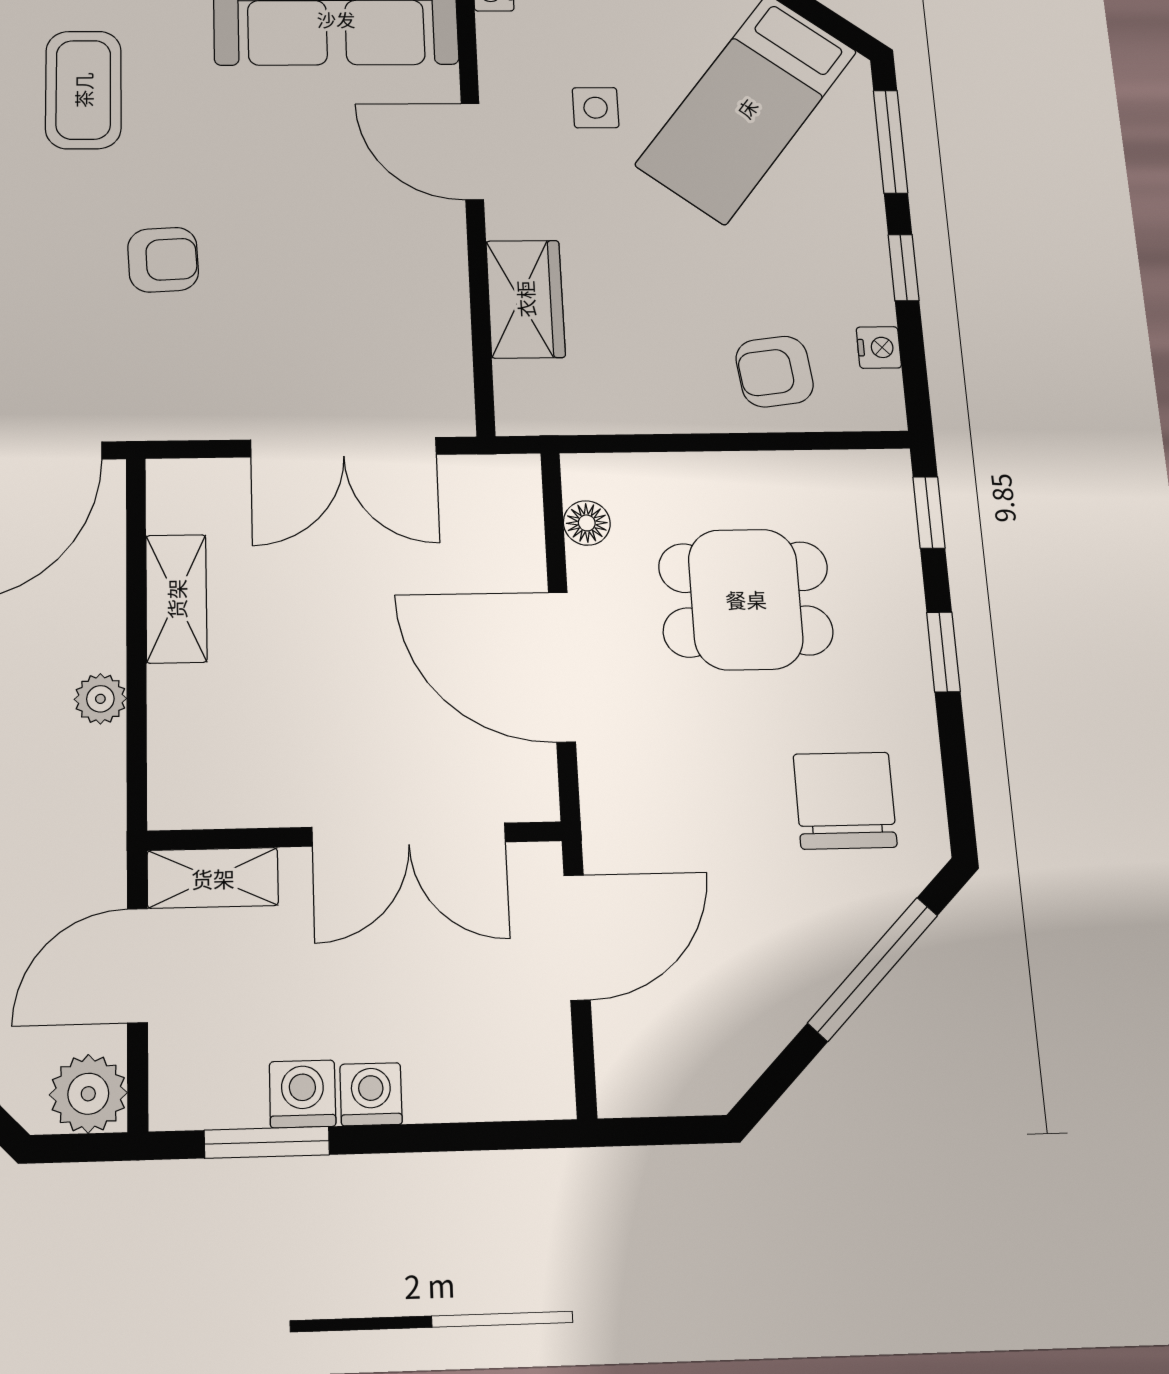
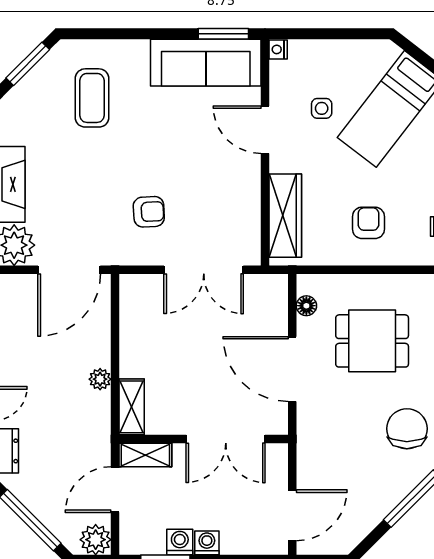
armchair: (163, 260) -> (149, 212), moved
wardrobe: (525, 299) -> (285, 216), width x1.50
armchair: (775, 372) -> (368, 223), moved, turned 97
shelving: (176, 599) -> (132, 407), moved
door: (577, 937) -> (292, 515), moved

